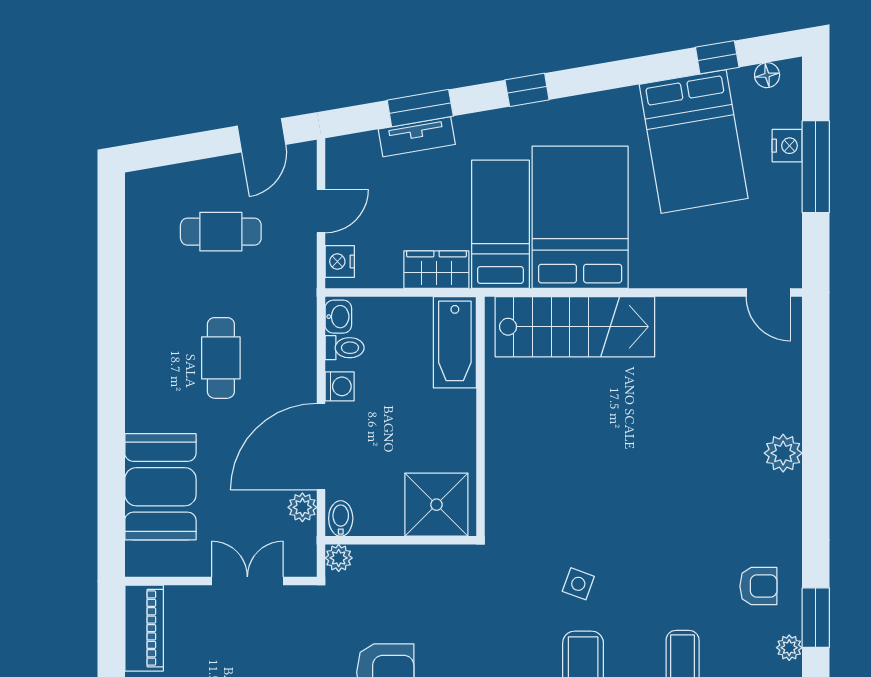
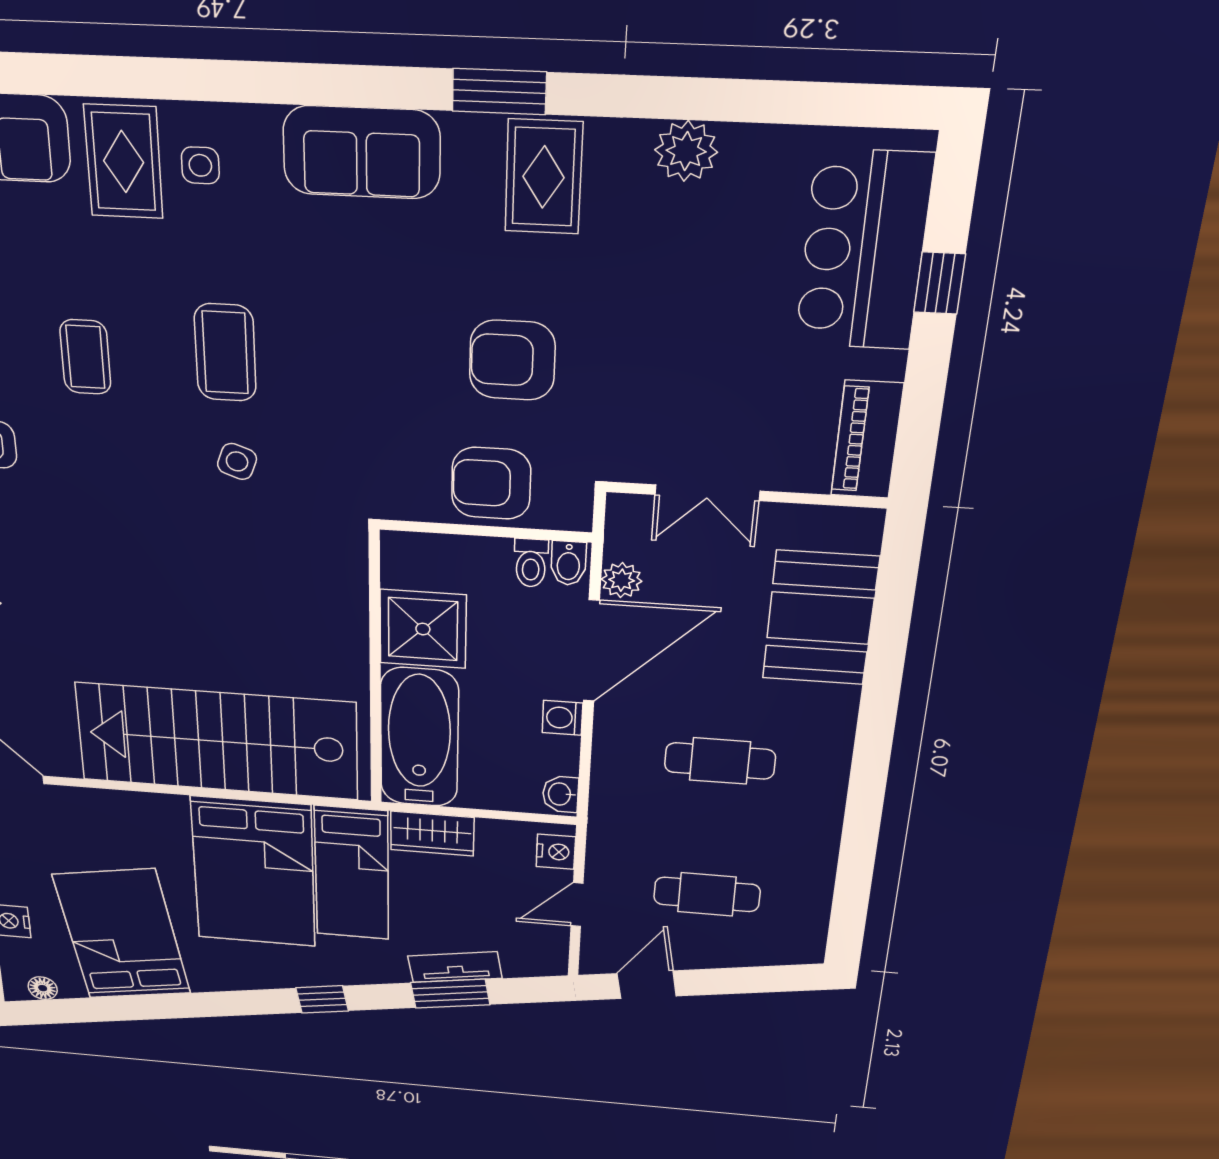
window: (717, 57) -> (102, 1009), removed
stairs: (575, 327) -> (217, 741), width x1.36, depth x1.51
bathtub: (455, 342) -> (419, 738), width x1.36, depth x1.36
toilet: (345, 348) -> (531, 563), moved, turned -90
cafe table: (221, 358) -> (720, 761), turned 90
shower: (436, 505) -> (423, 629), moved
plant: (339, 558) -> (574, 514), removed
armchair: (397, 578) -> (491, 483), added

